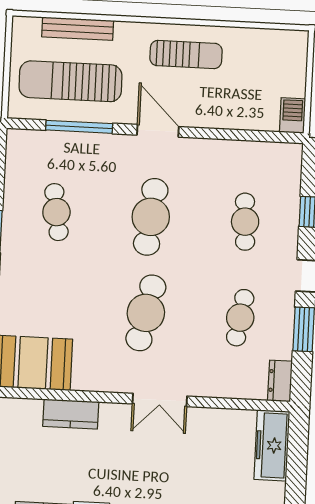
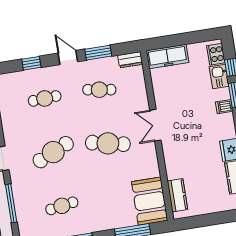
cafe table: (151, 217) -> (53, 152), turned -30
double door: (160, 400) -> (155, 125), swing flipped
kitchen counter: (71, 414) -> (177, 195), moved

